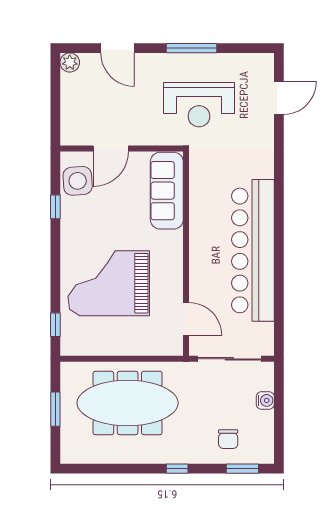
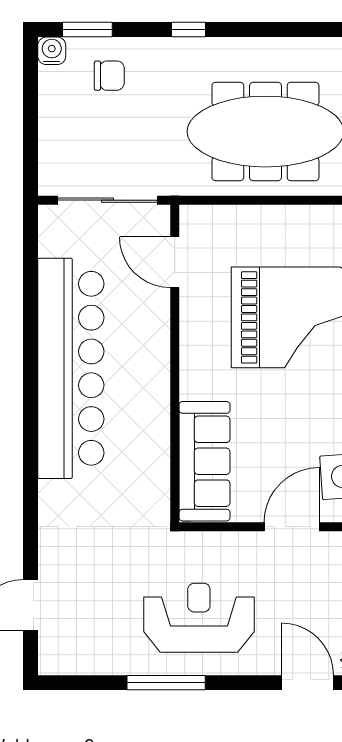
door: (117, 48) -> (308, 683), moved
reception desk: (199, 105) -> (199, 618), moved
water cooler: (265, 400) -> (52, 51), moved, turned 90
chair: (228, 439) -> (109, 76), turned 90

